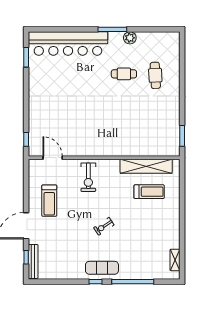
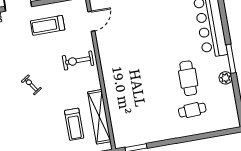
cafe table: (124, 74) -> (188, 78), width x1.37, depth x1.35

